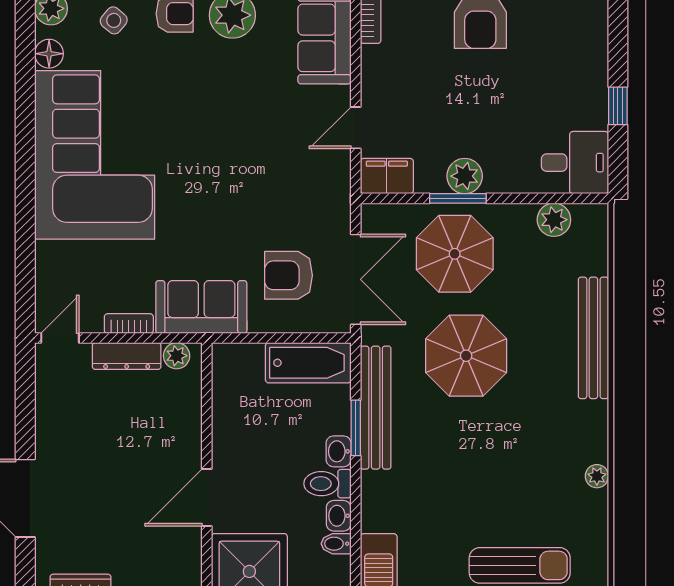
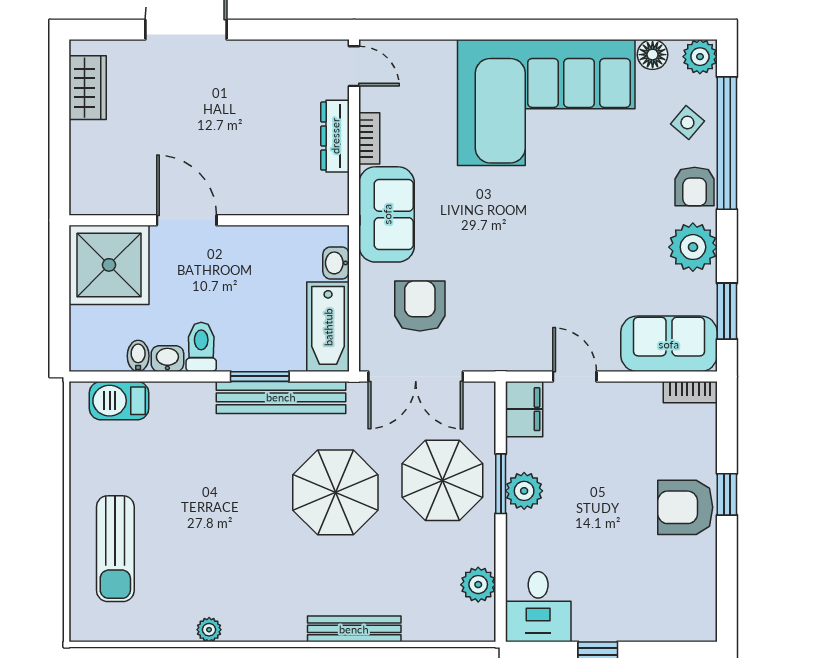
bench: (593, 338) -> (354, 629), width x0.73, depth x0.82
plant: (177, 356) -> (335, 188), removed
washbasin: (339, 451) -> (336, 263), moved, turned -90

